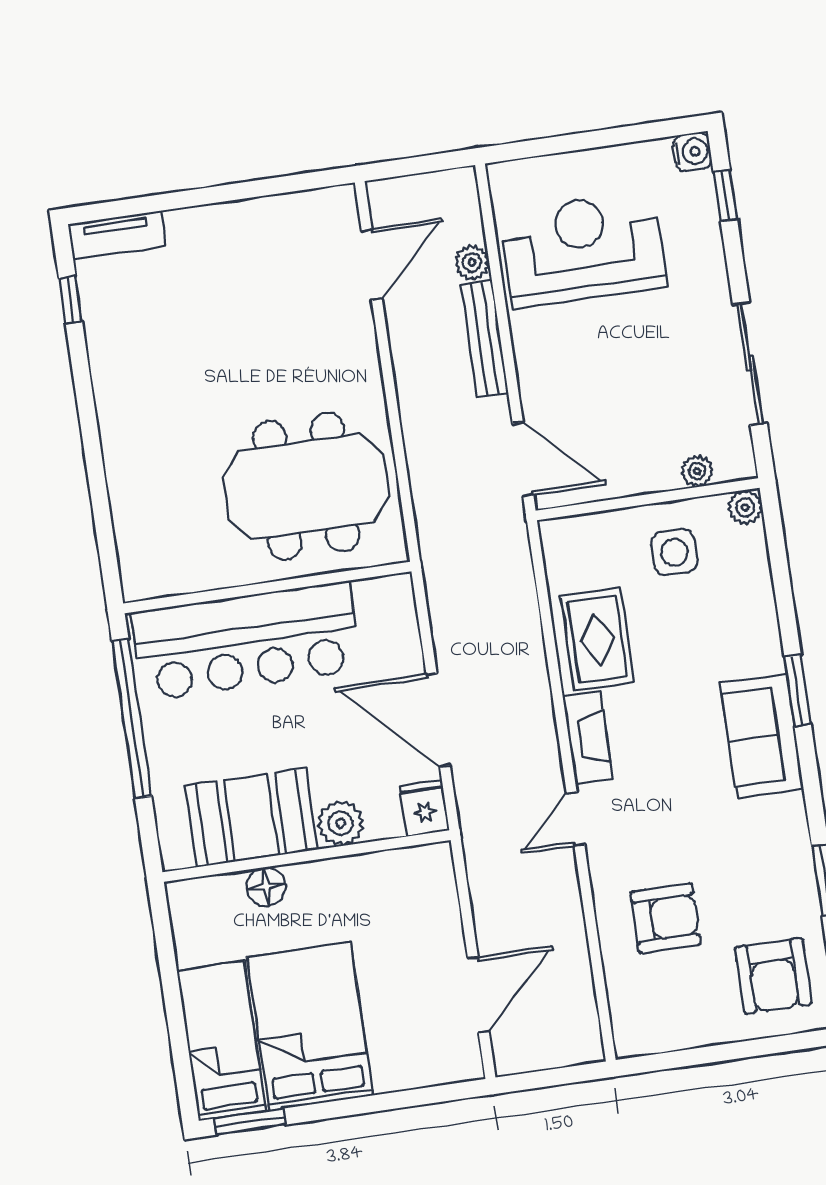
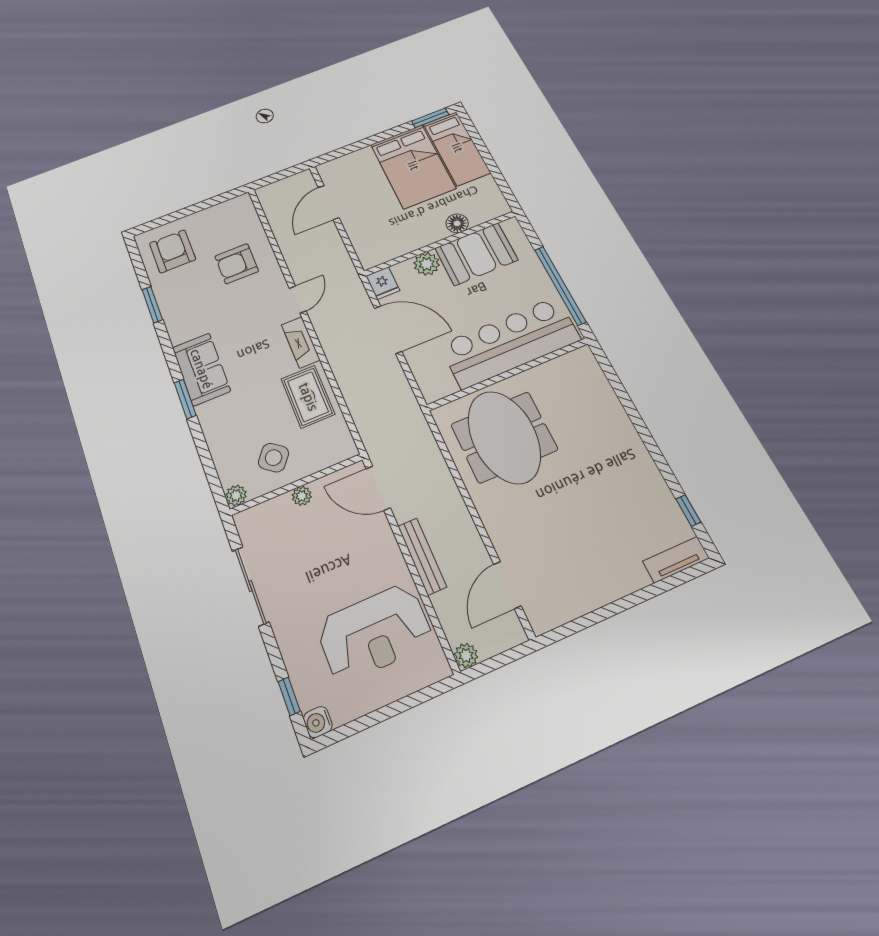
plant: (472, 262) -> (466, 655), moved
plant: (697, 471) -> (302, 496), moved
meeting table: (306, 486) -> (504, 437), turned 90
side table: (674, 552) -> (274, 458), turned 38

